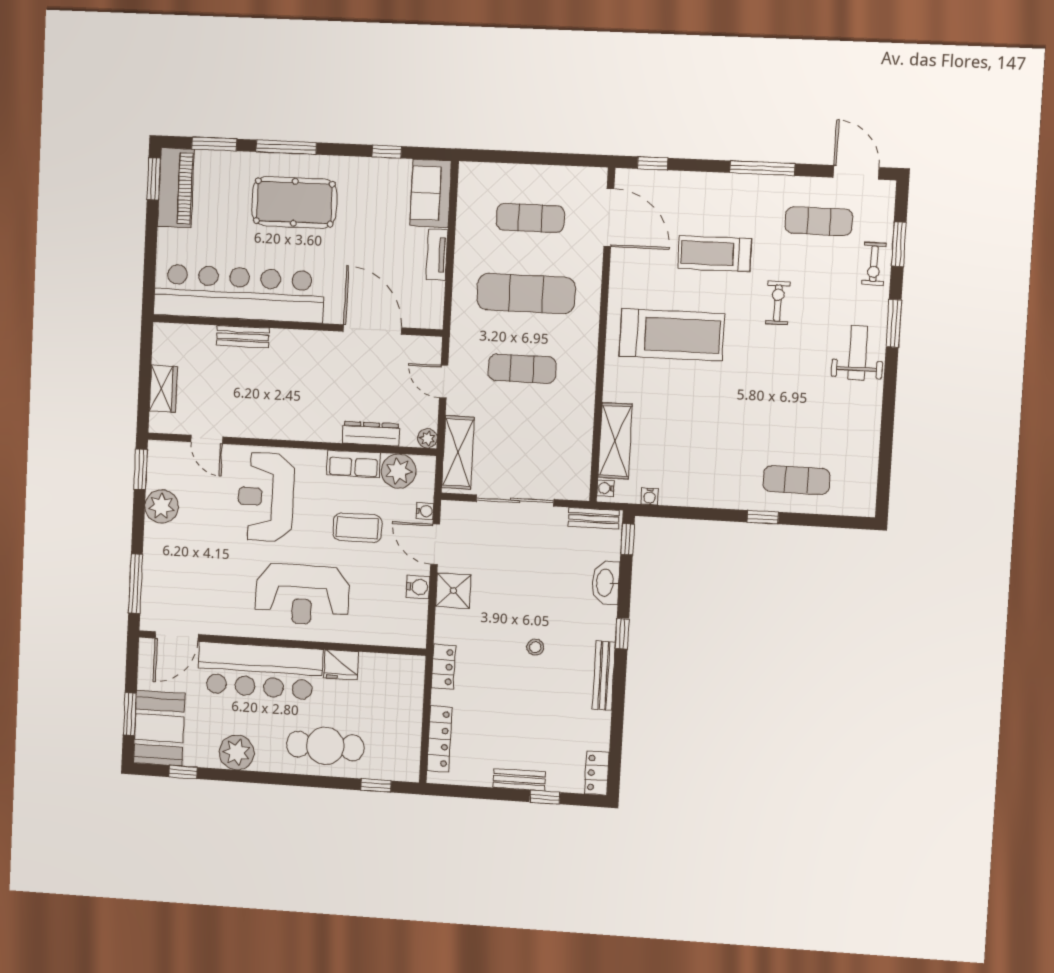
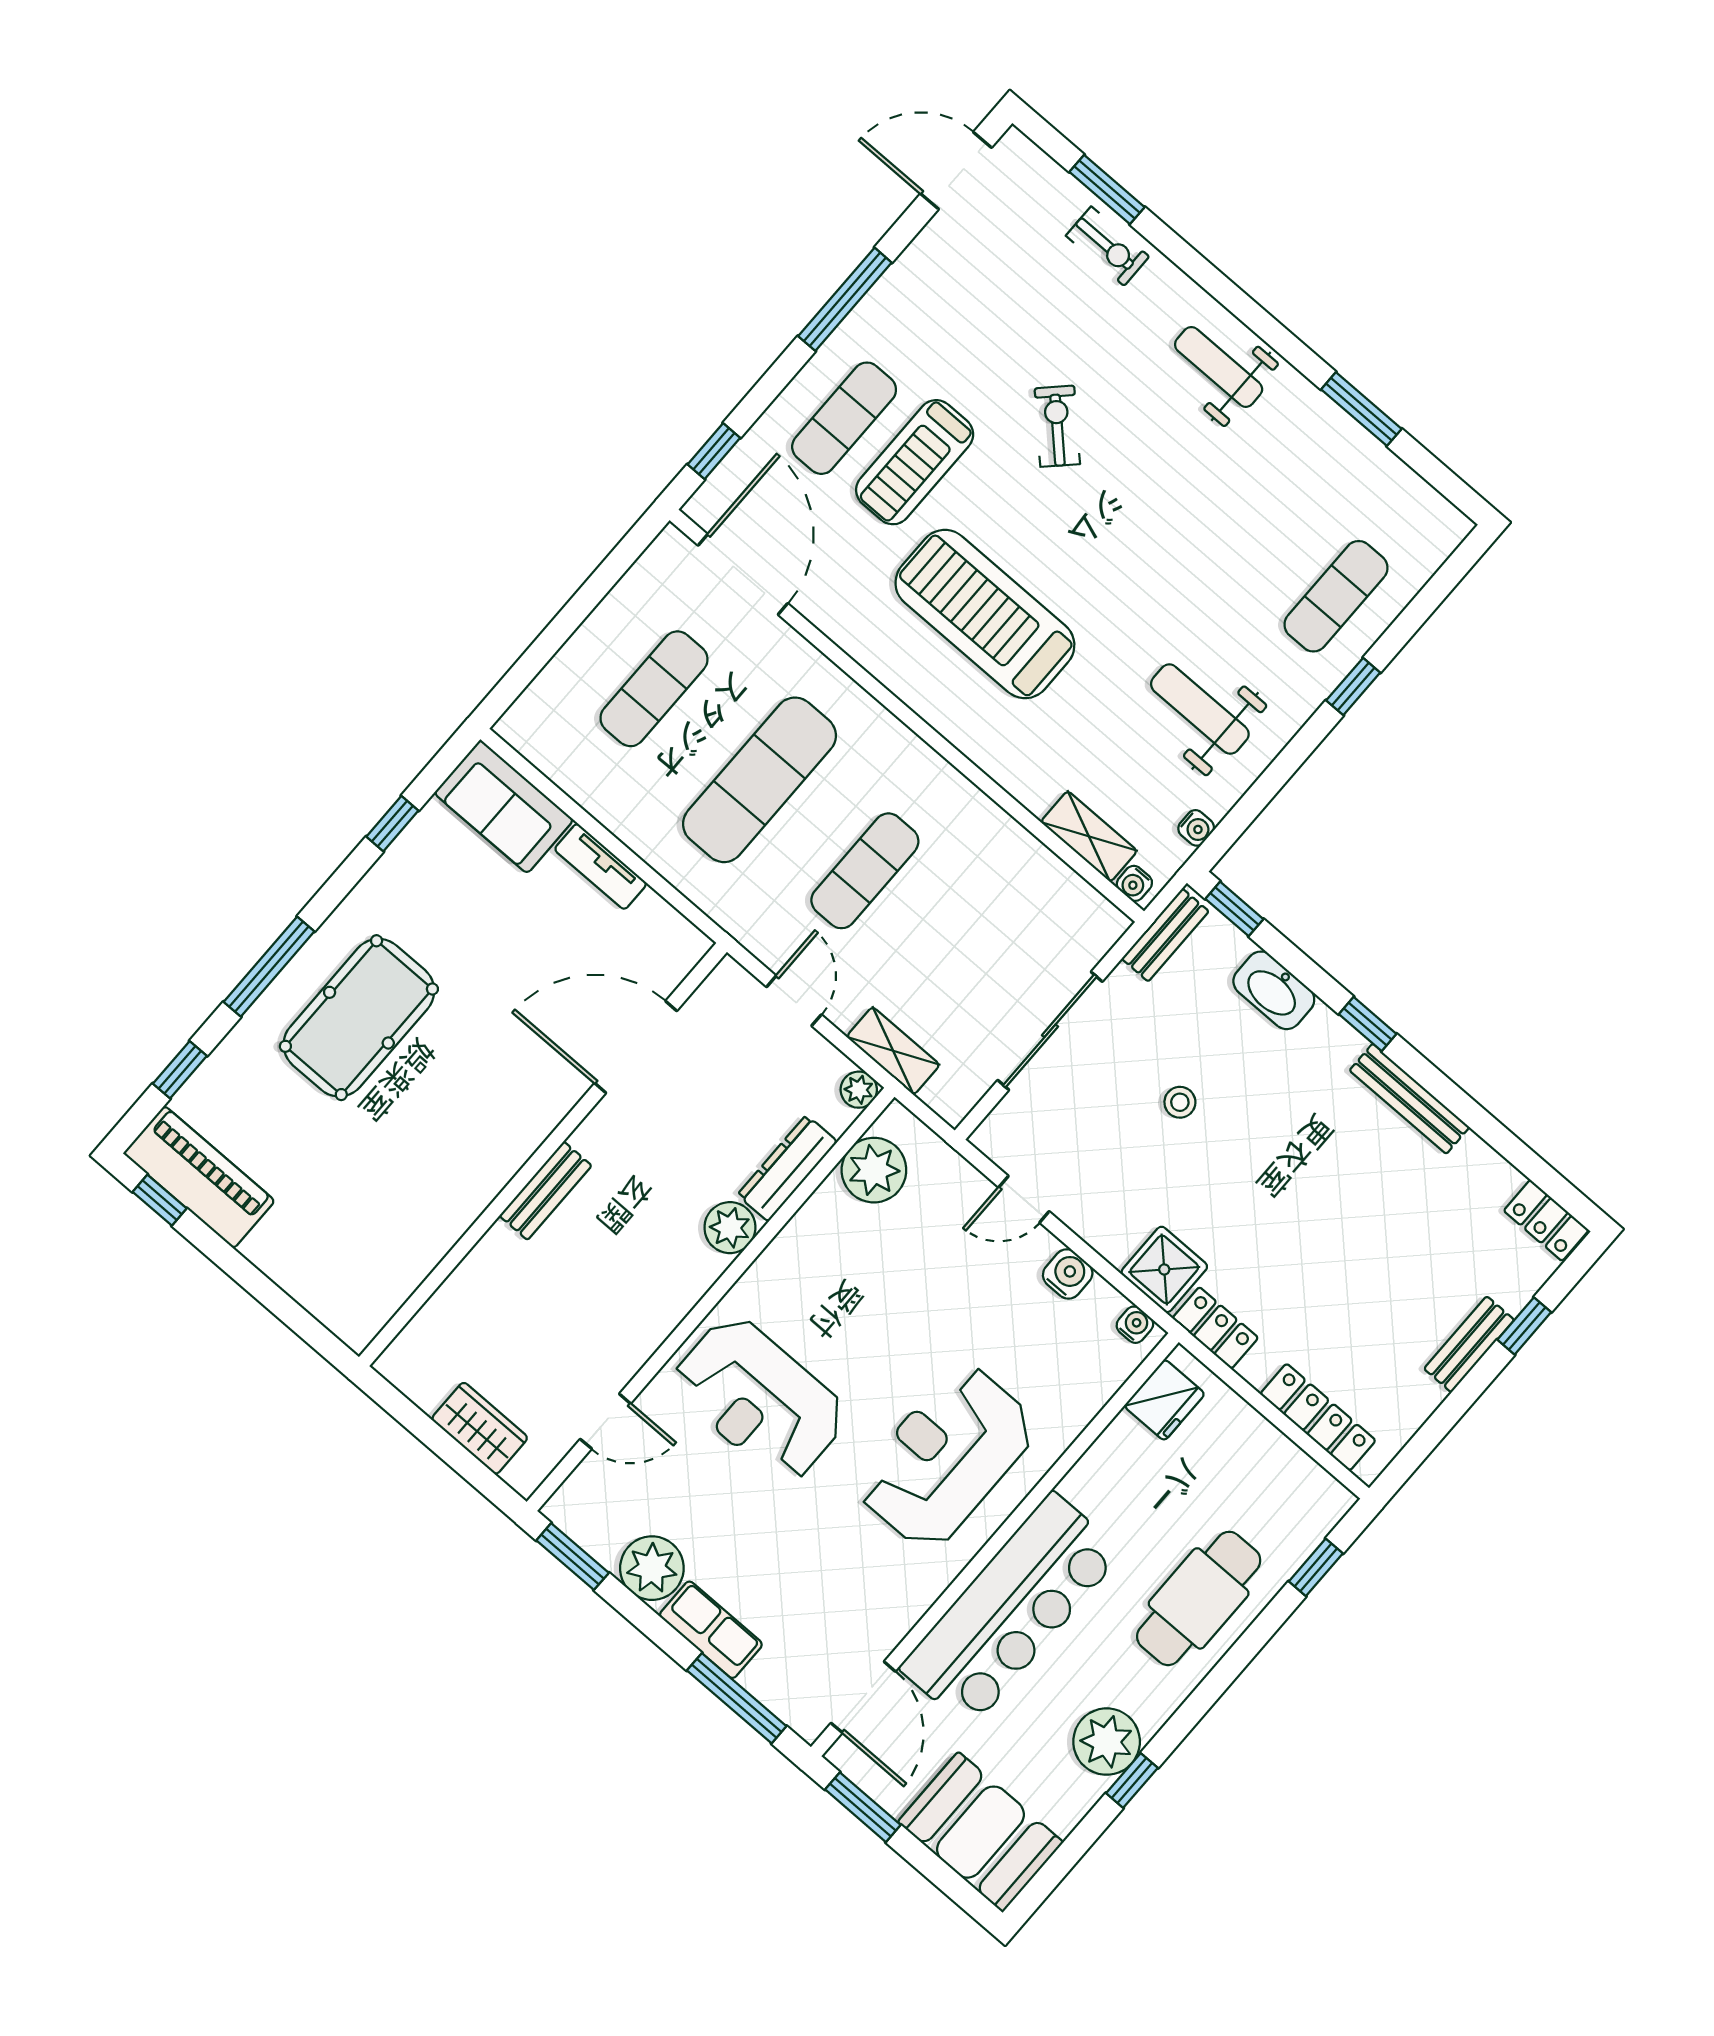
window: (214, 144) -> (180, 1070), width x0.67
window: (154, 179) -> (160, 1200), width x0.67
door: (609, 218) -> (743, 574), hinge flipped
exercise mat: (819, 221) -> (844, 418), moved
bar counter: (239, 293) -> (428, 1204), removed
exercise bike: (778, 303) -> (1057, 426), turned 45
window: (894, 323) -> (1361, 409), moved
treadmill: (672, 335) -> (985, 614), turned -90
bench: (243, 337) -> (546, 1191), moved
door: (444, 382) -> (794, 1001), swing flipped
plant: (328, 429) -> (730, 1228), added
shelving: (615, 441) -> (1089, 836), width x0.67, depth x0.75
shelving: (458, 452) -> (893, 1051), width x0.67, depth x0.75
weight bench: (702, 459) -> (1200, 709), added
row of seats: (353, 464) -> (711, 1630), moved, turned -90
water cooler: (425, 511) -> (1135, 1325), moved
coffee table: (357, 528) -> (911, 1297), removed
door: (435, 544) -> (1024, 1199), width x0.73
shower: (453, 591) -> (1164, 1269), moved
reception desk: (302, 594) -> (946, 1457), turned 180
stool: (535, 647) -> (1180, 1102), moved
fridge: (341, 665) -> (1165, 1400), moved
window: (130, 714) -> (863, 1807), moved
window: (183, 772) -> (1132, 1780), moved

